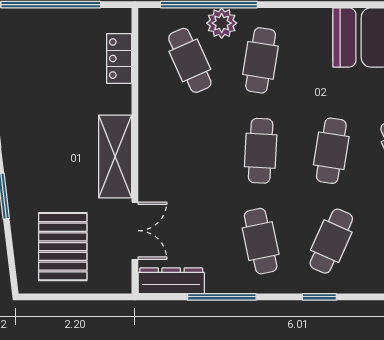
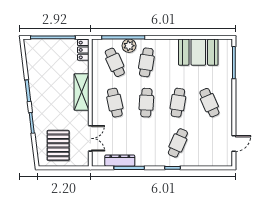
locker: (119, 59) -> (83, 50), moved
shelving: (115, 156) -> (81, 92), moved
cafe table: (261, 241) -> (115, 103), moved
dresser: (171, 281) -> (120, 161), moved

